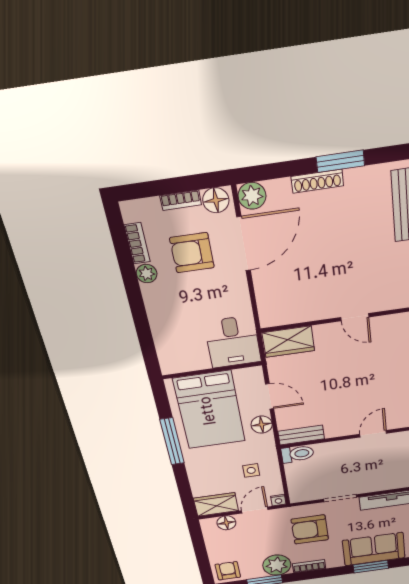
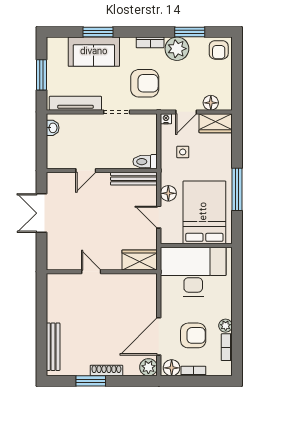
desk: (233, 342) -> (193, 272), width x1.87, depth x1.30
bench: (301, 435) -> (134, 179), width x1.36

